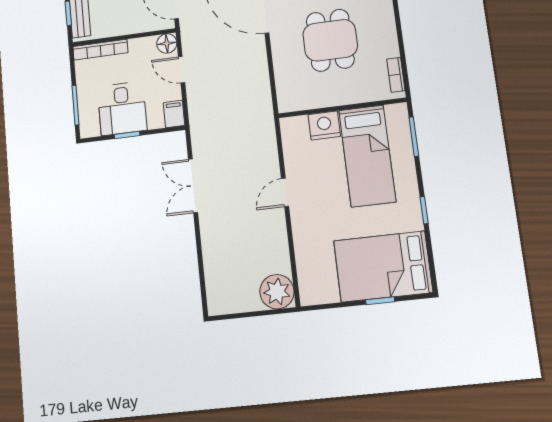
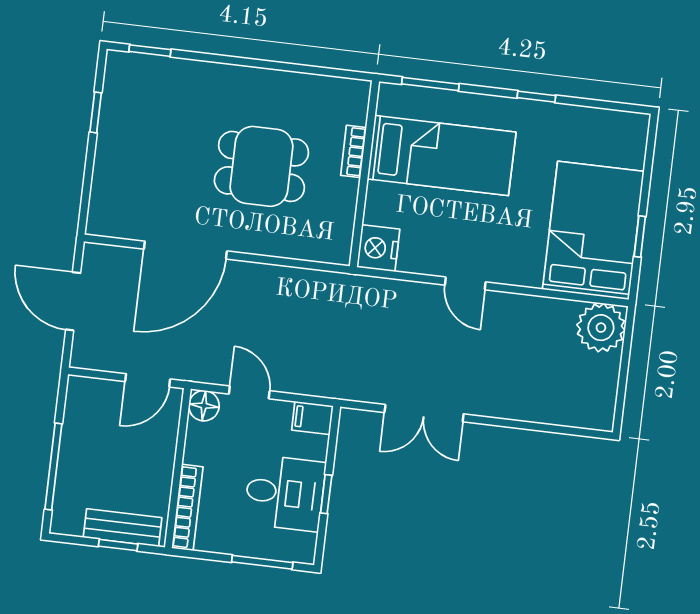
door: (182, 70) -> (249, 392), swing flipped
bookcase: (396, 75) -> (354, 151), moved, turned 90
nightstand: (324, 125) -> (378, 248), moved
bed: (383, 267) -> (593, 230), moved, turned 180
window: (380, 301) -> (640, 237), moved

